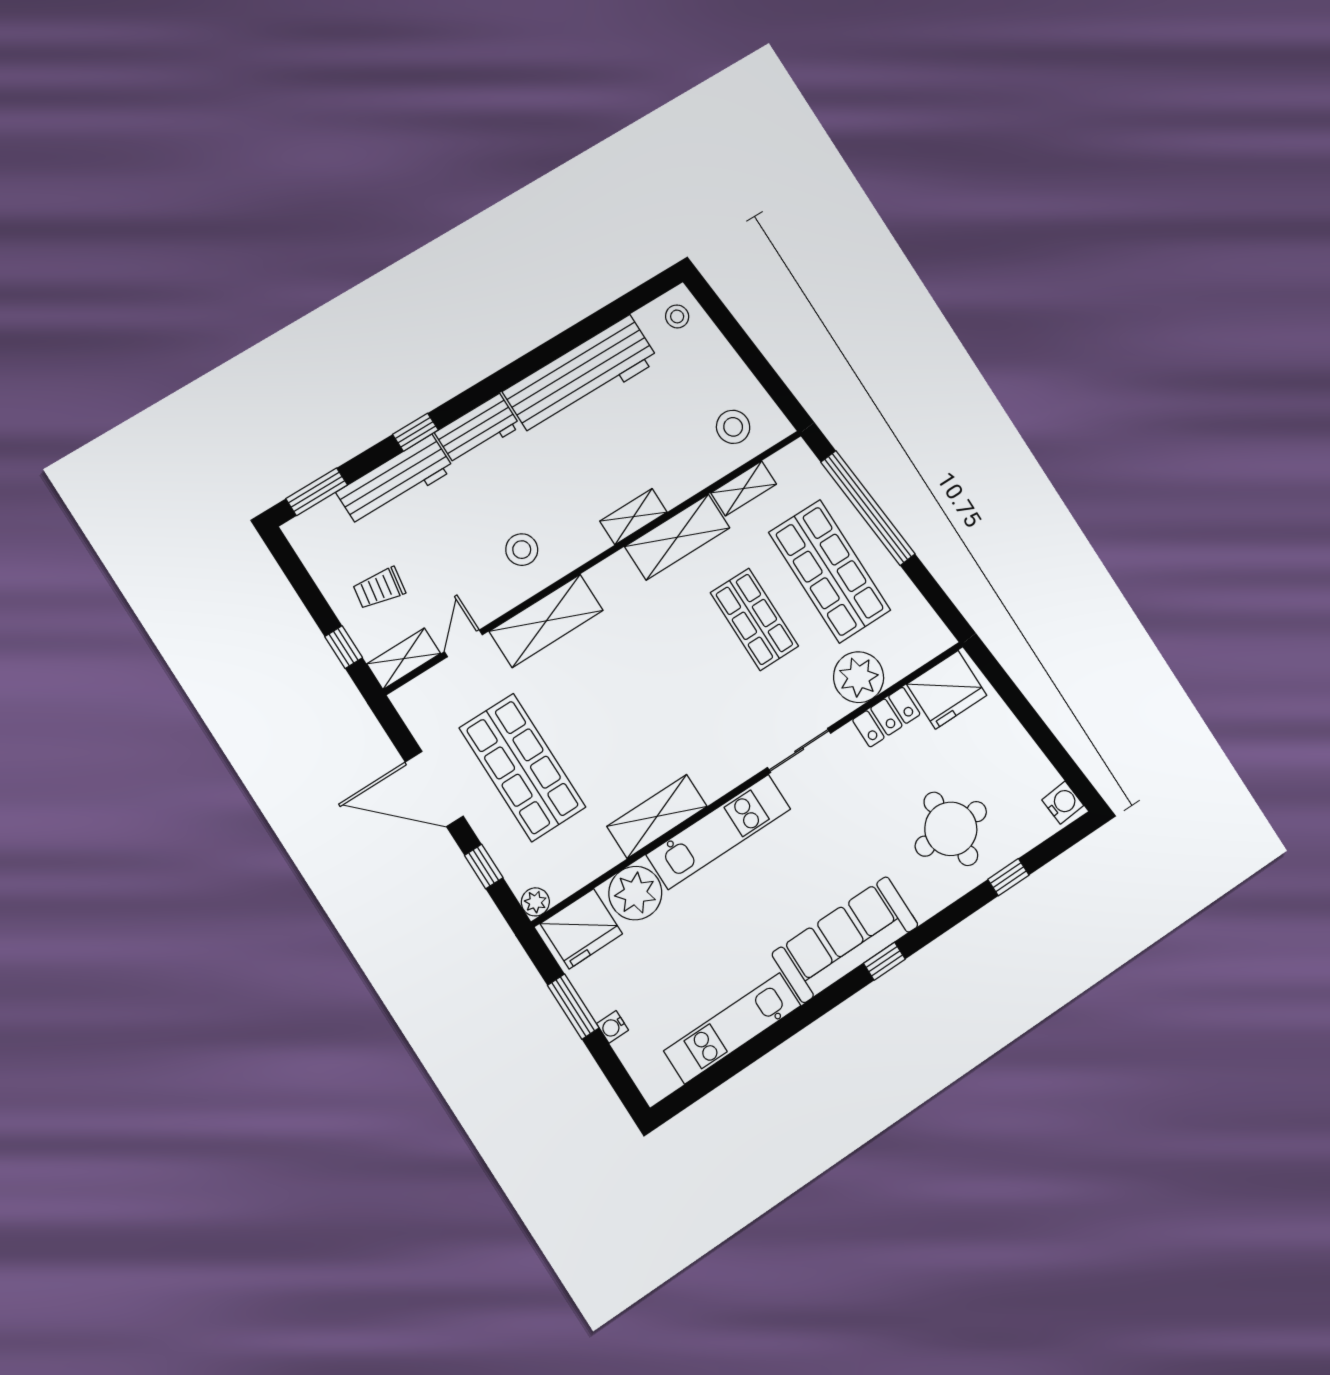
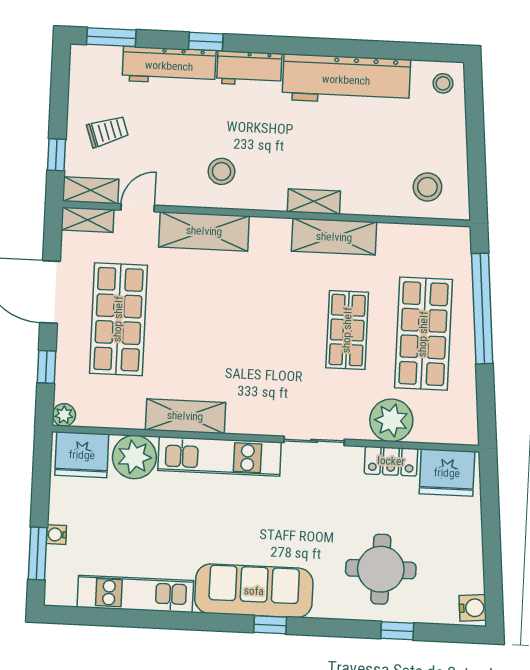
shelving: (744, 488) -> (88, 220), moved
trolley: (379, 588) -> (108, 131), turned 152
window: (573, 1007) -> (38, 554), moved

